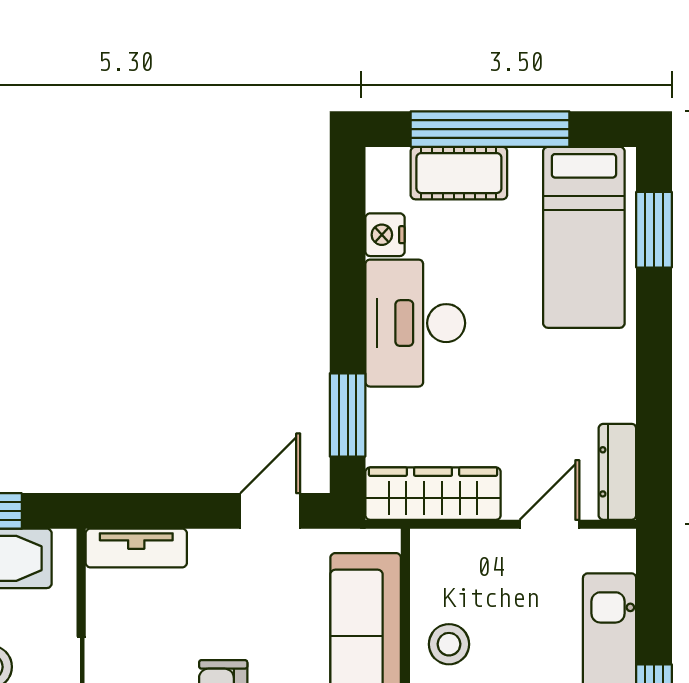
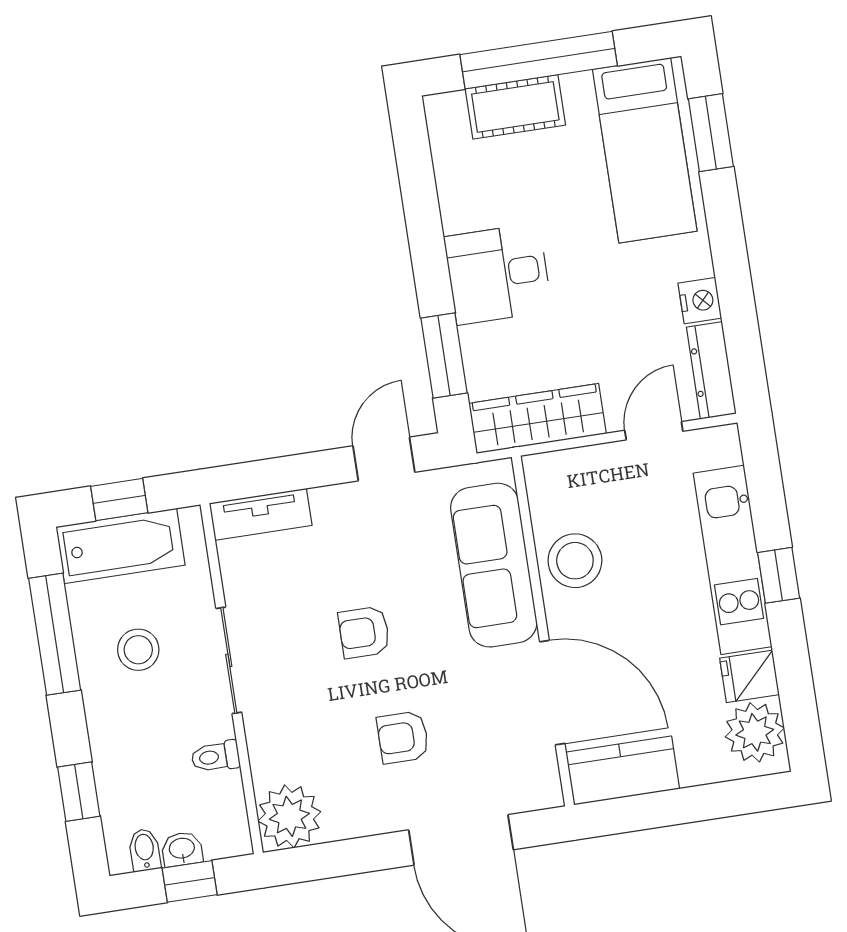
nightstand: (385, 235) -> (700, 301), moved, turned 180
desk: (415, 323) -> (498, 274), width x0.73
stool: (449, 644) -> (575, 561), width x1.38, depth x1.38

